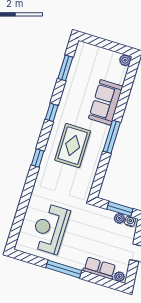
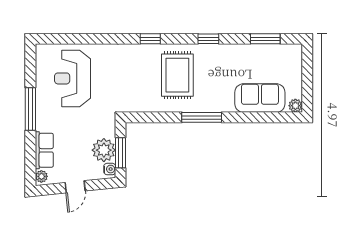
sofa: (106, 102) -> (260, 98), moved
rug: (73, 146) -> (177, 75), turned 90
plant: (119, 218) -> (104, 150), width x1.87, depth x1.87
reception desk: (50, 229) -> (73, 78), turned -90

